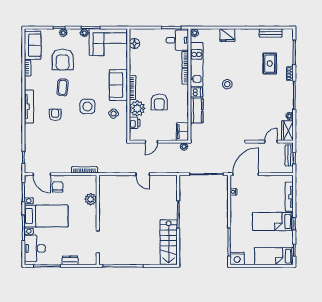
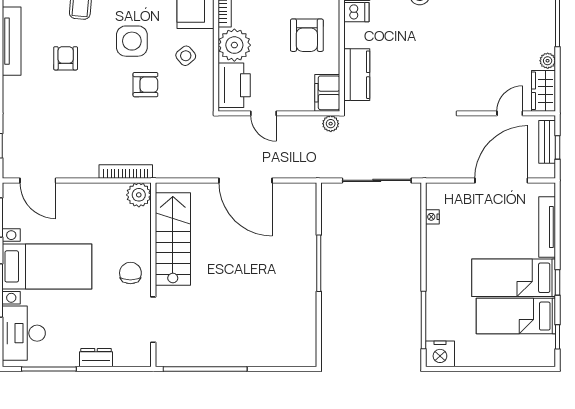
armchair: (159, 102) -> (307, 35), moved
kitchen counter: (197, 111) -> (357, 75), moved
printer: (135, 123) -> (234, 85), width x1.87, depth x1.48
armchair: (94, 128) -> (145, 85), added
door: (151, 142) -> (263, 113), hinge flipped
door: (143, 174) -> (245, 180), width x1.87
door: (246, 174) -> (501, 180), moved
chair: (58, 187) -> (130, 273), moved
plant: (91, 199) -> (139, 195), moved
stairs: (169, 242) -> (173, 239), moved, turned 180
bed: (274, 256) -> (516, 316), moved

